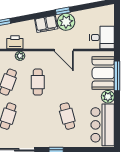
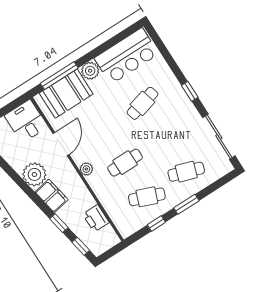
window: (63, 11) -> (59, 223), moved
door: (64, 50) -> (61, 144), moved
plant: (20, 56) -> (86, 169), moved

